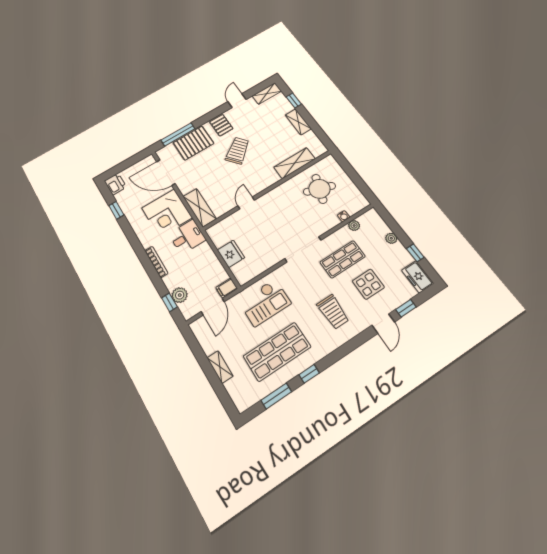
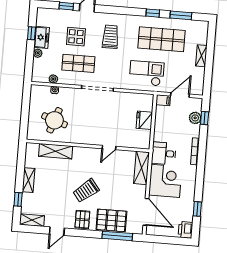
freezer: (418, 277) -> (41, 37), moved

